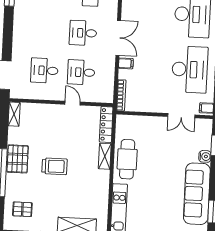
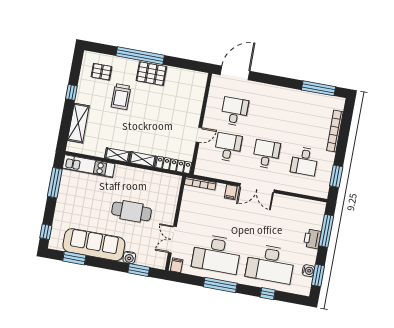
shelving: (14, 114) -> (117, 155), moved
cafe table: (127, 159) -> (132, 211), moved
trolley: (54, 166) -> (121, 97), moved
pallet: (22, 209) -> (101, 72), turned 90

